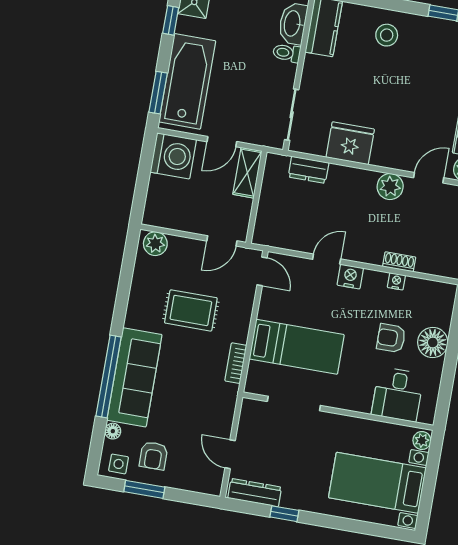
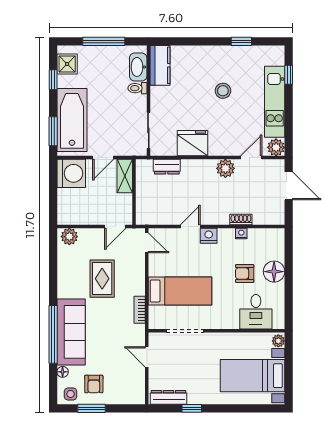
stool: (387, 35) -> (223, 91), moved
rug: (191, 310) -> (102, 279), turned 90
door: (230, 454) -> (147, 357), moved

